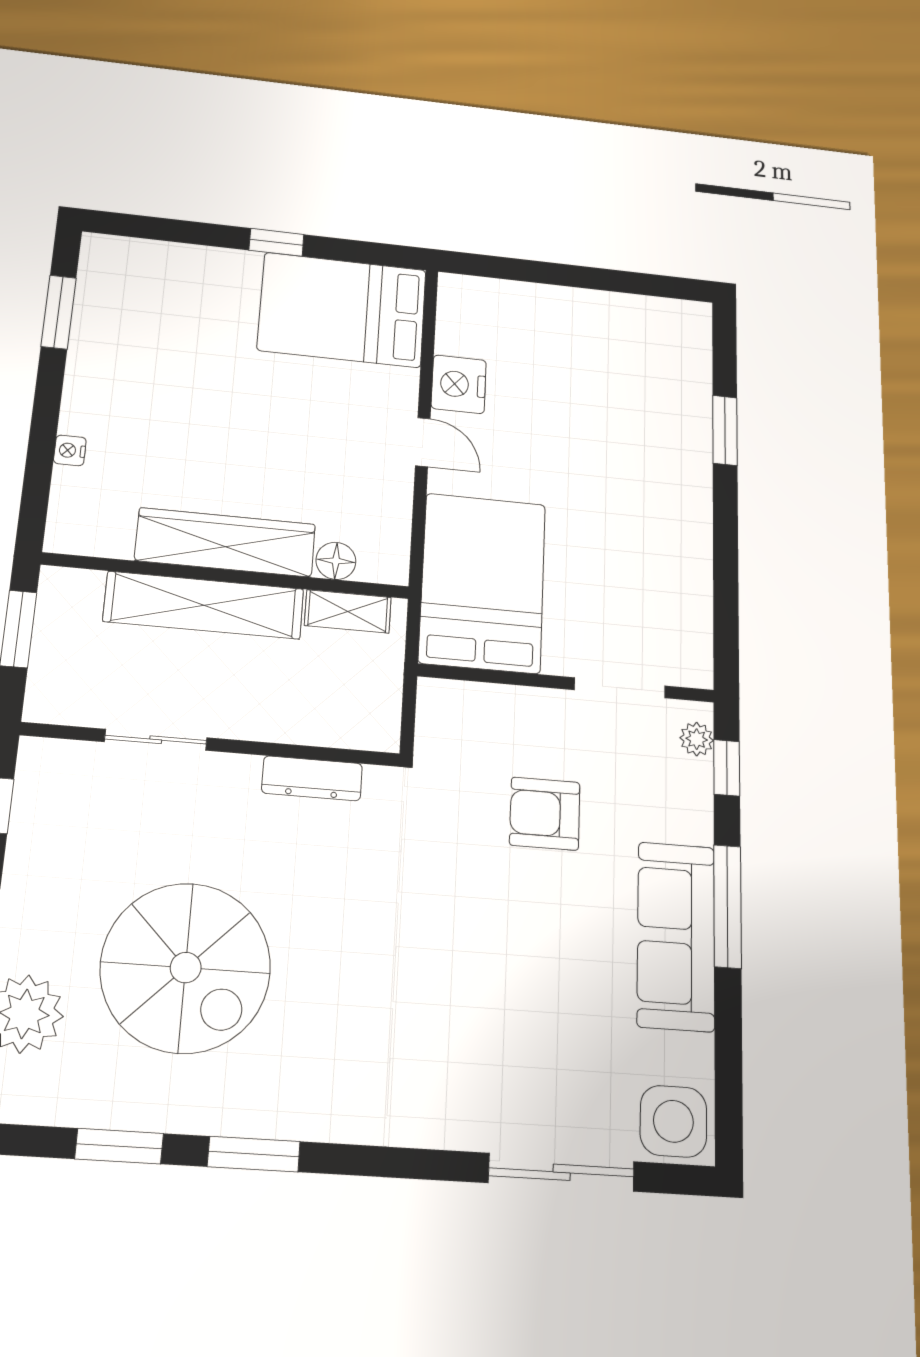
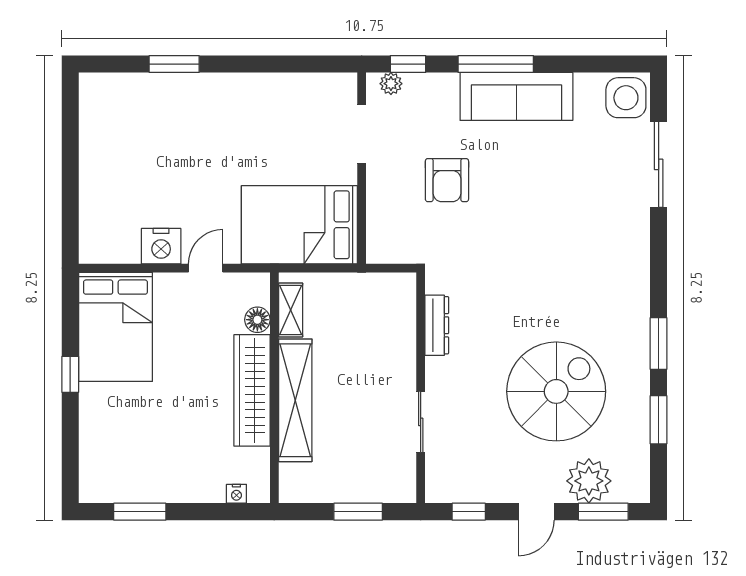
wardrobe: (225, 542) -> (252, 390), moved
floor lamp: (336, 561) -> (257, 320), moved
wall: (227, 576) -> (274, 388), moved
shelving: (204, 605) -> (295, 400), moved
shelving: (348, 611) -> (291, 310), moved

